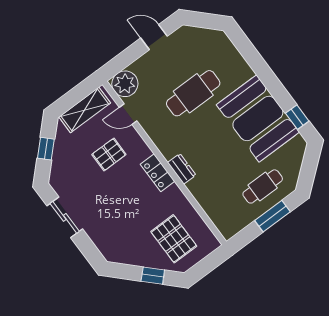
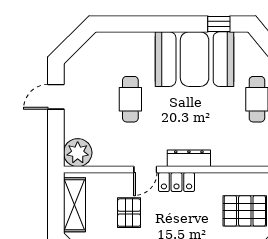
cafe table: (193, 93) -> (130, 99), width x0.73, depth x0.74
door: (128, 114) -> (145, 170), moved
dresser: (182, 169) -> (189, 158), width x1.44

